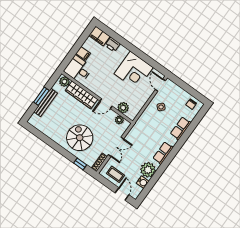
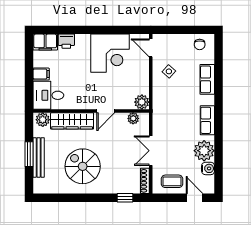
plant: (123, 108) -> (142, 102), moved
spiral stairs: (80, 138) -> (83, 166), moved
double door: (116, 147) -> (151, 151), swing flipped

